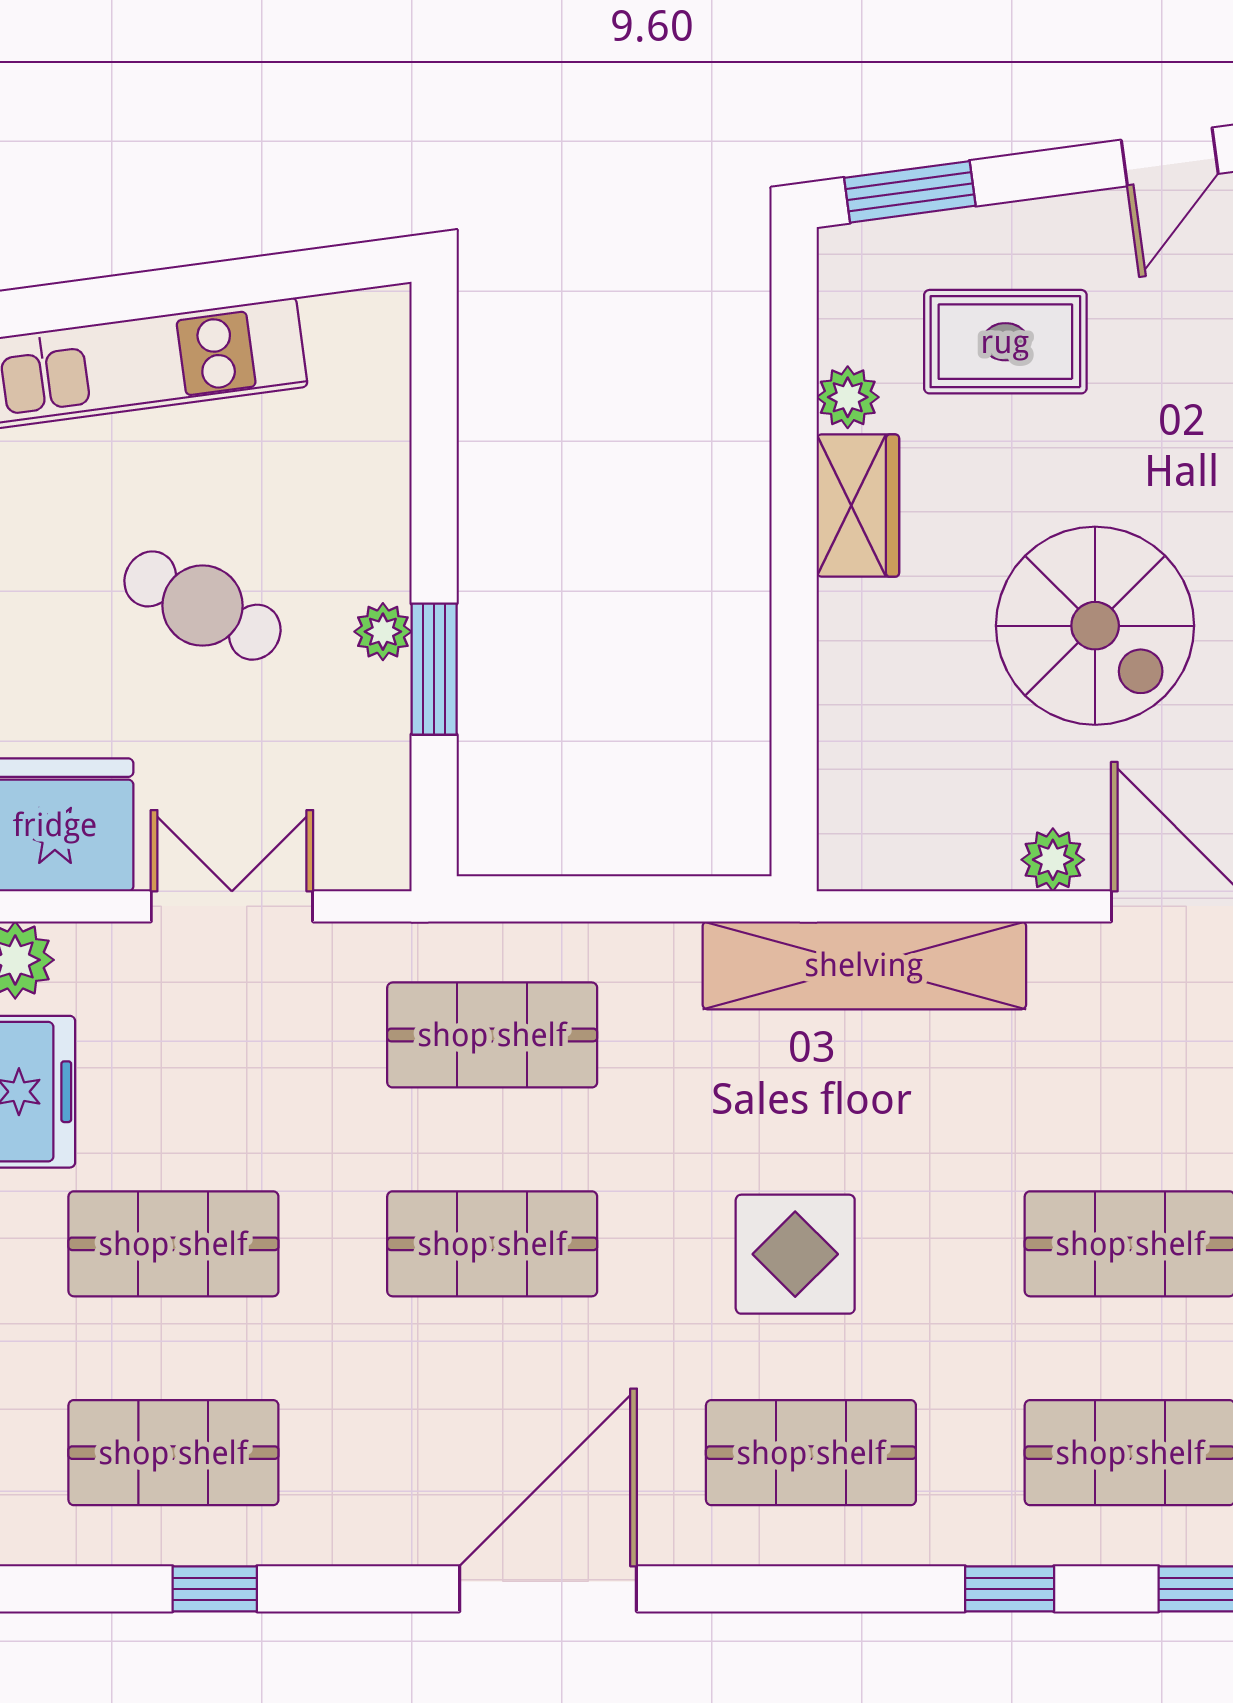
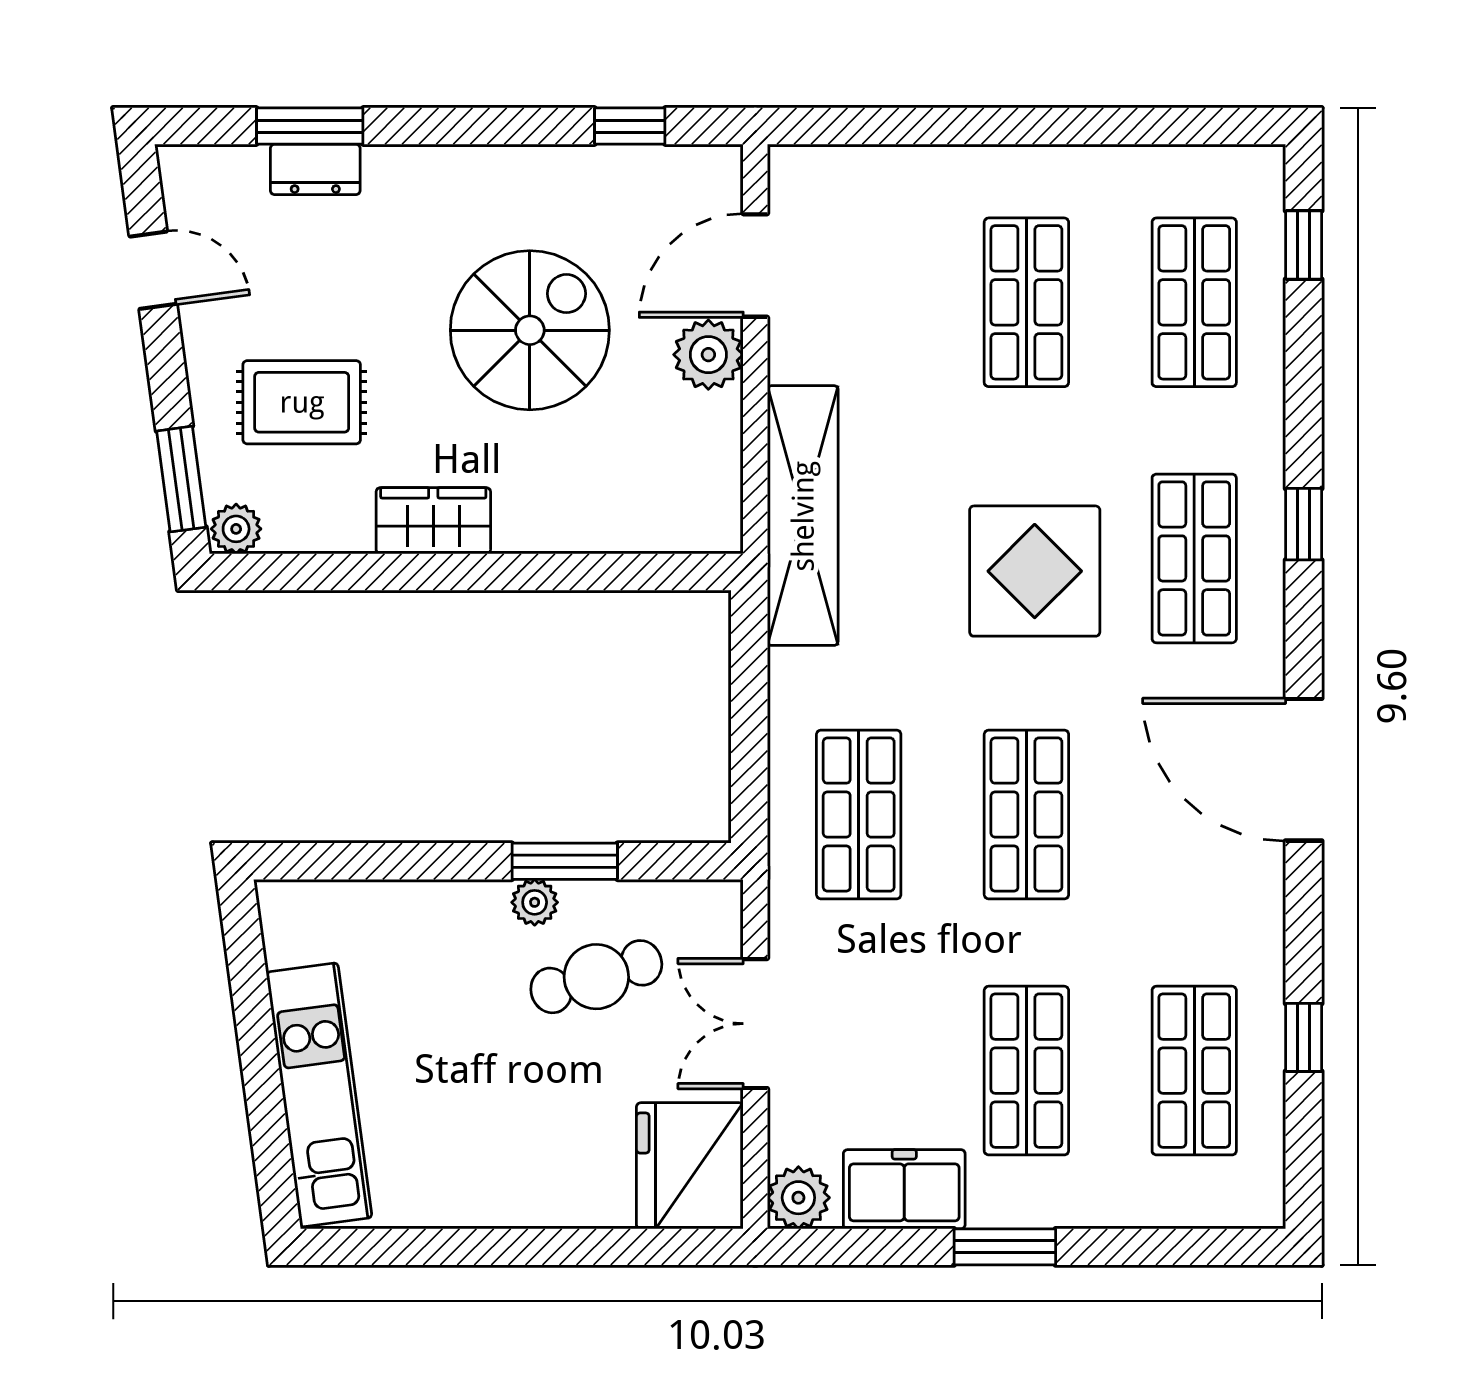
rug: (1005, 342) -> (302, 402), turned 90
plant: (848, 397) -> (236, 529), moved
cafe table: (202, 606) -> (596, 977), moved, turned 46
plant: (1053, 860) -> (708, 355), width x1.38, depth x1.38
display table: (795, 1254) -> (1035, 571), width x1.36, depth x1.36
window: (1010, 1589) -> (1304, 524), moved

